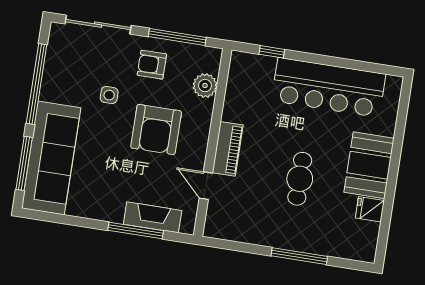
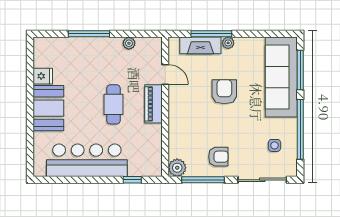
plant: (205, 86) -> (177, 168), moved
side table: (109, 95) -> (275, 145), moved
armchair: (156, 129) -> (224, 92), moved, width x0.73, depth x0.73
cafe table: (300, 179) -> (113, 104), moved
plant: (115, 215) -> (228, 43), added
plant: (248, 235) -> (129, 43), added

